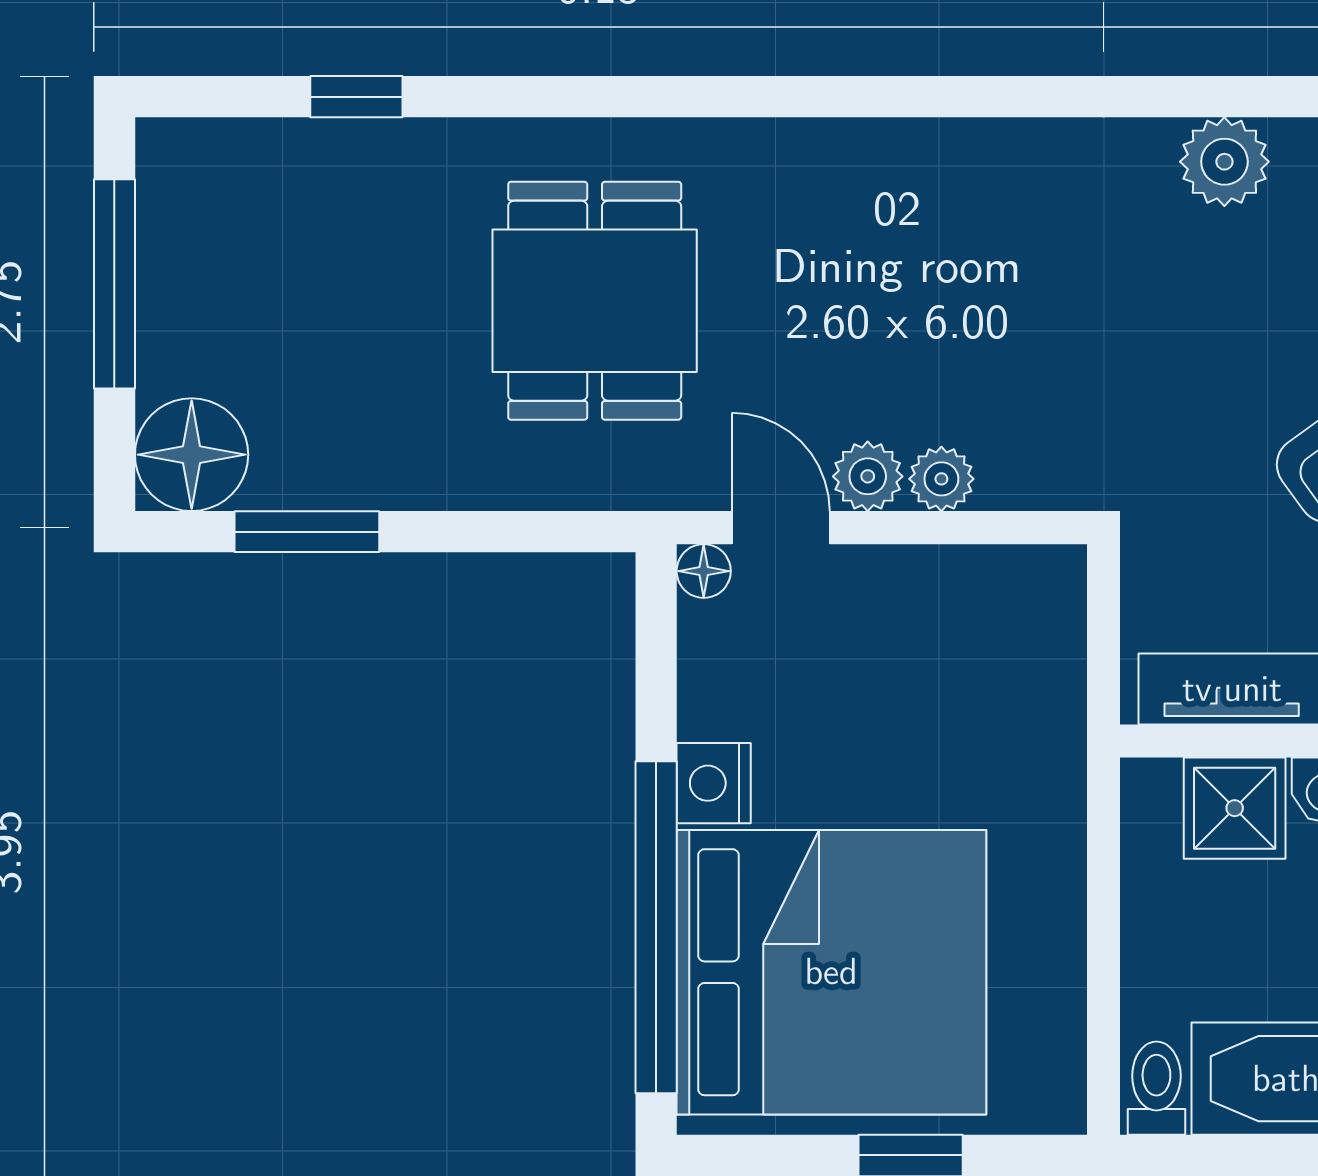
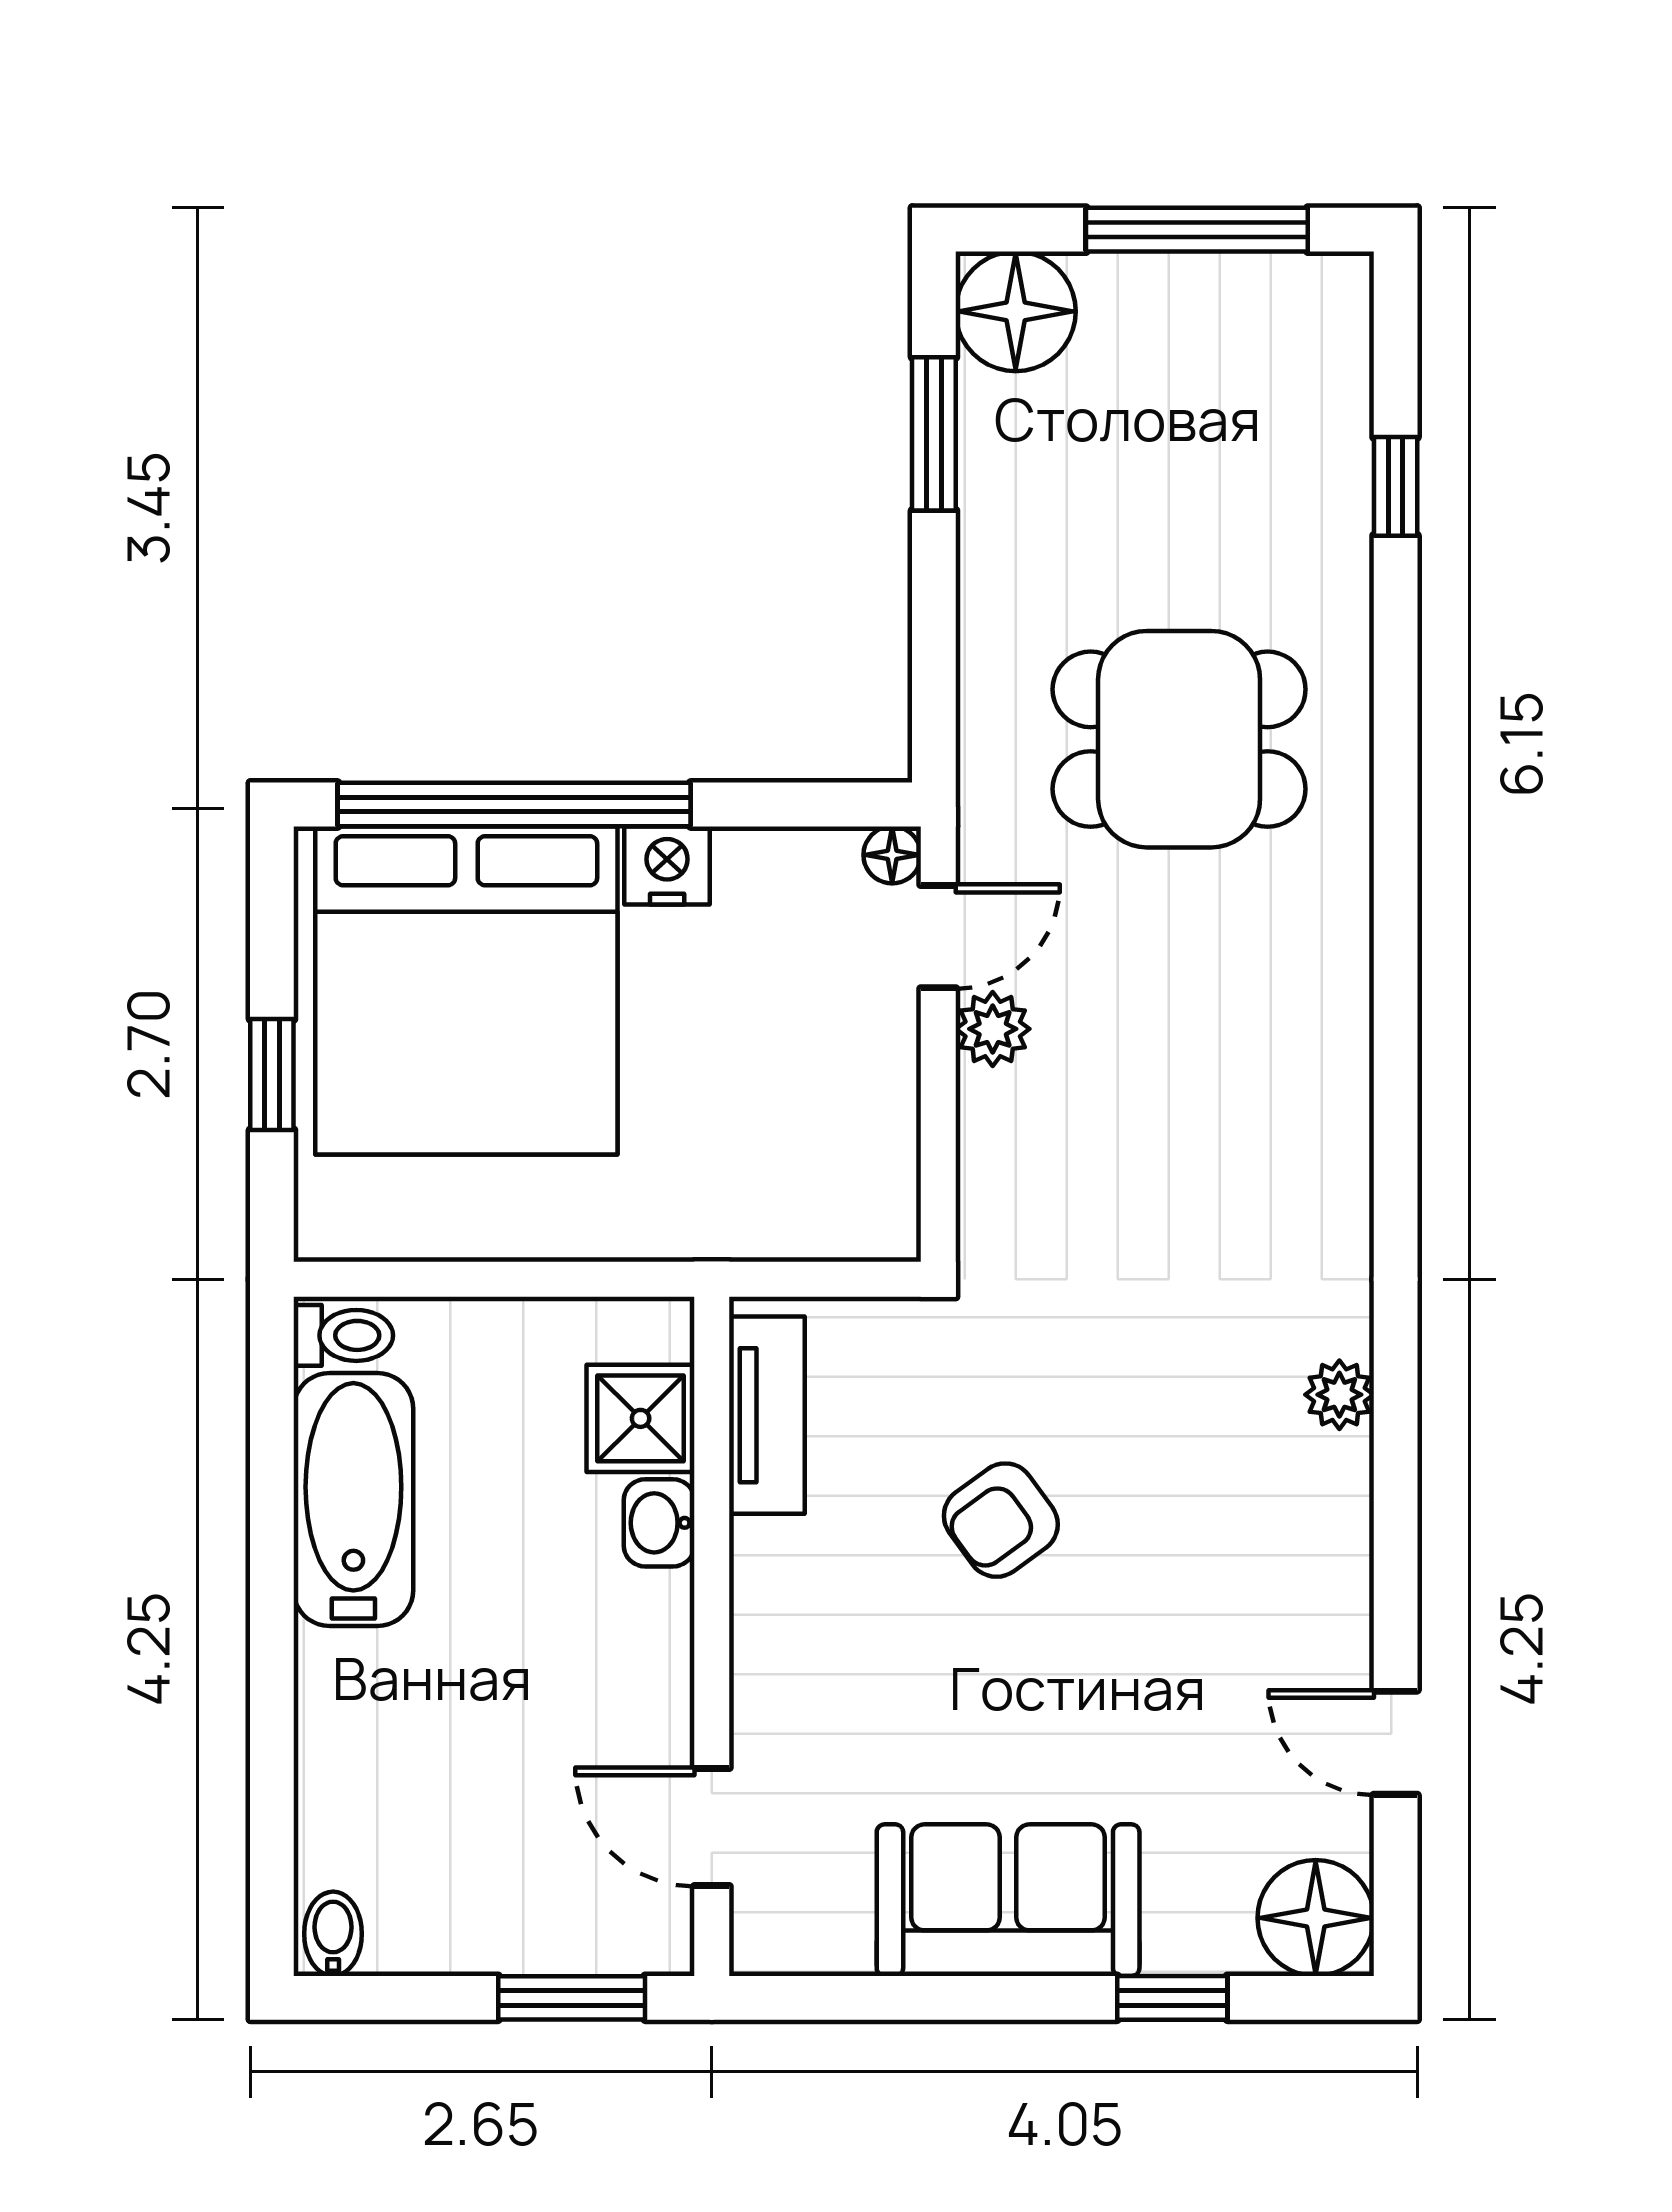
plant: (1224, 162) -> (1339, 1395), width x0.73, depth x0.73
plant: (941, 479) -> (990, 1107), removed

